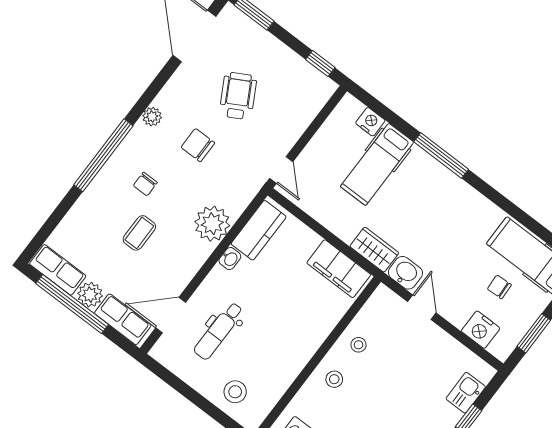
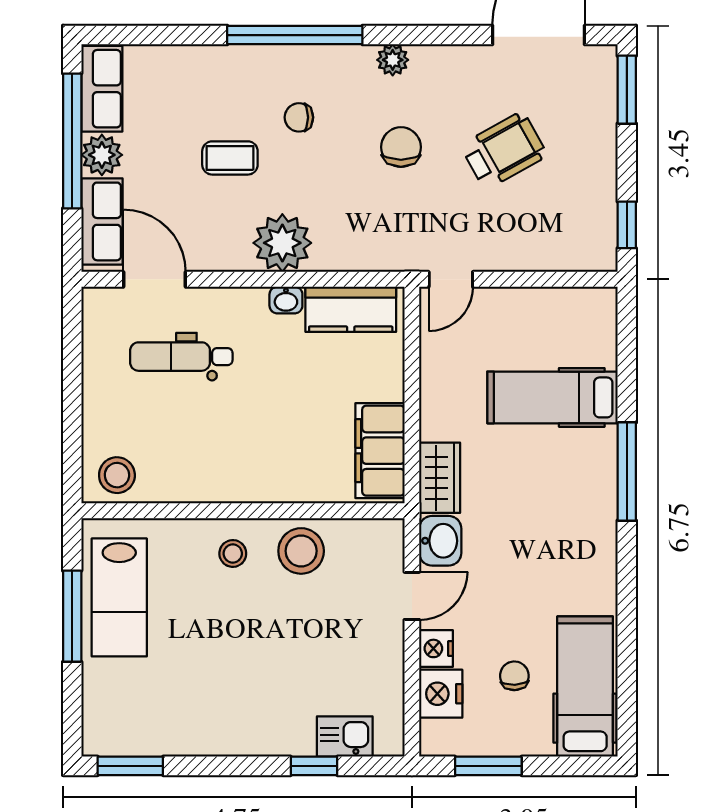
nightstand: (370, 122) -> (436, 648), moved, turned 180
plant: (212, 224) -> (282, 243), moved
stool: (359, 345) -> (301, 551), width x1.89, depth x1.89
stool: (235, 392) -> (117, 475), moved

